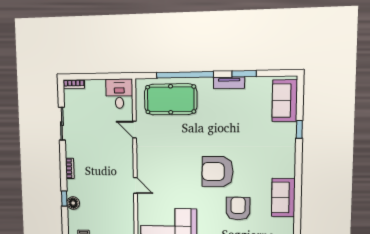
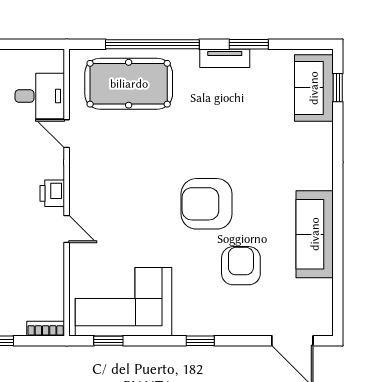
desk: (119, 94) -> (40, 96), moved, turned 90
window: (299, 129) -> (338, 88), moved
printer: (127, 165) -> (52, 193), added
sofa: (283, 197) -> (315, 234), width x1.36

